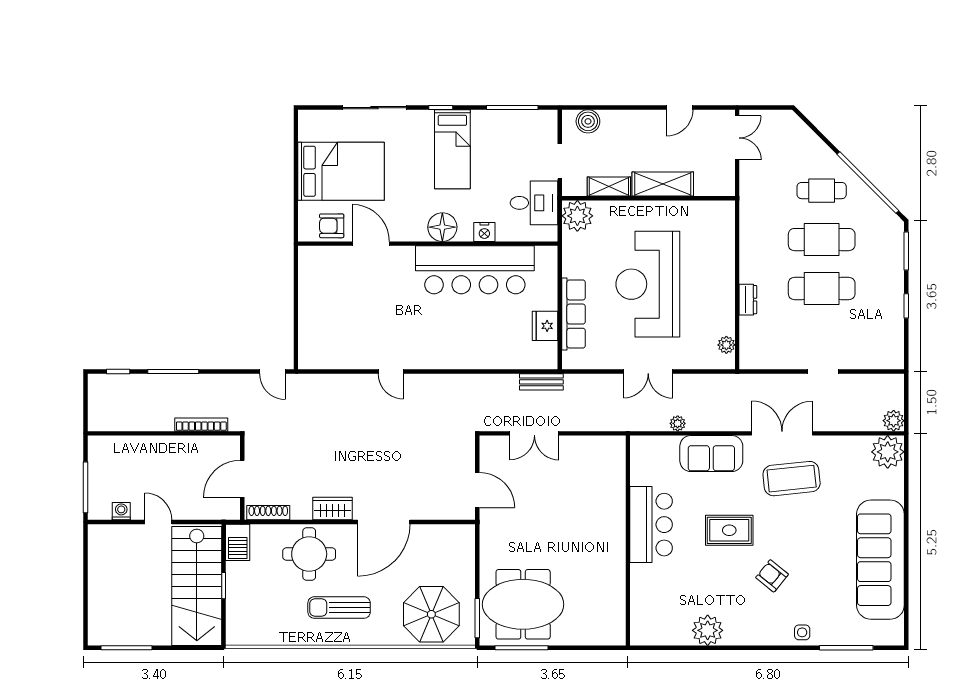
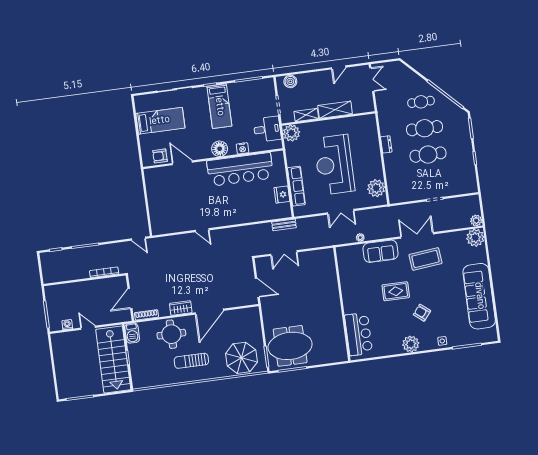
bed: (341, 171) -> (160, 121), width x0.67
dresser: (748, 300) -> (386, 144), moved
plant: (726, 345) -> (376, 188), width x1.88, depth x1.88
bar counter: (651, 525) -> (359, 334), moved
plant: (708, 630) -> (411, 344), moved

